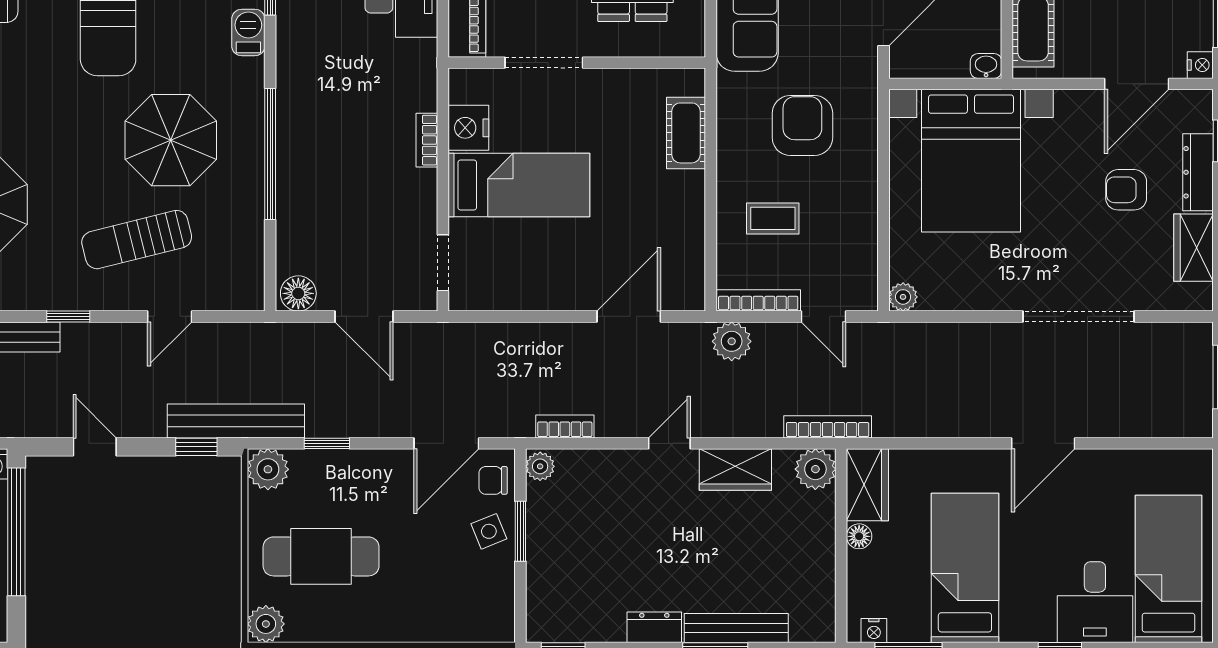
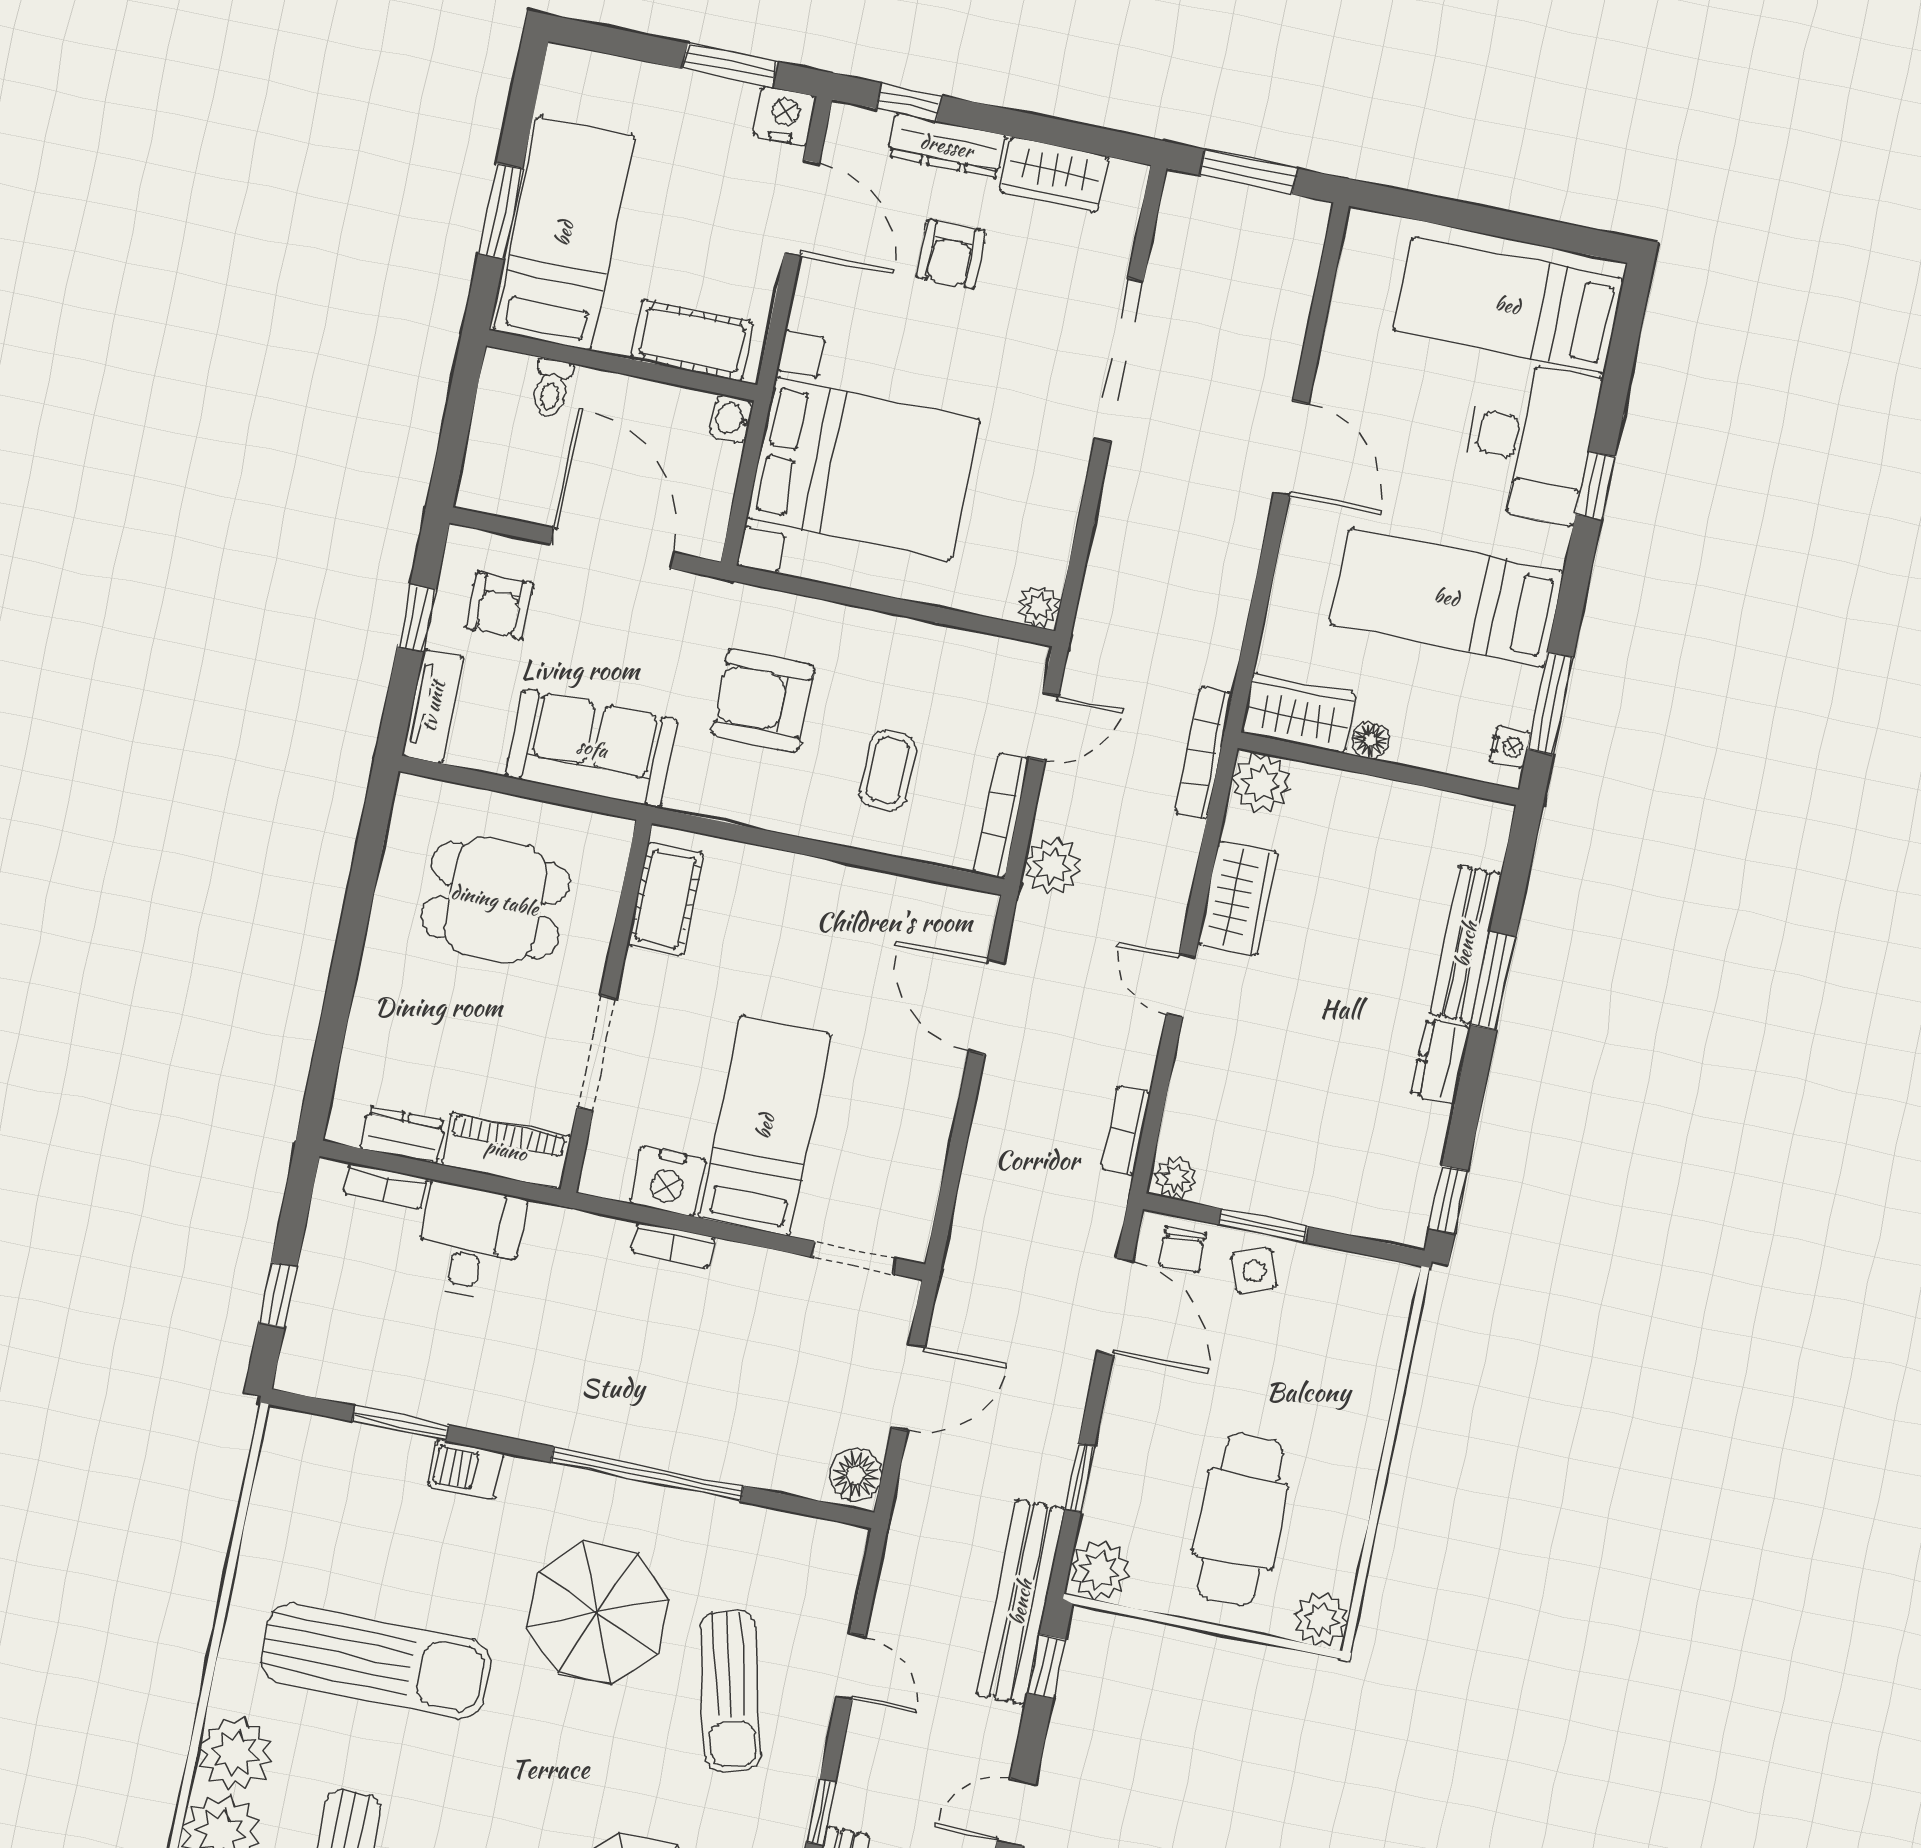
nightstand: (1200, 65) -> (785, 116), width x1.39, depth x1.35
cot: (686, 133) -> (665, 899), moved, turned 90
desk: (1095, 602) -> (1530, 441), width x1.37

